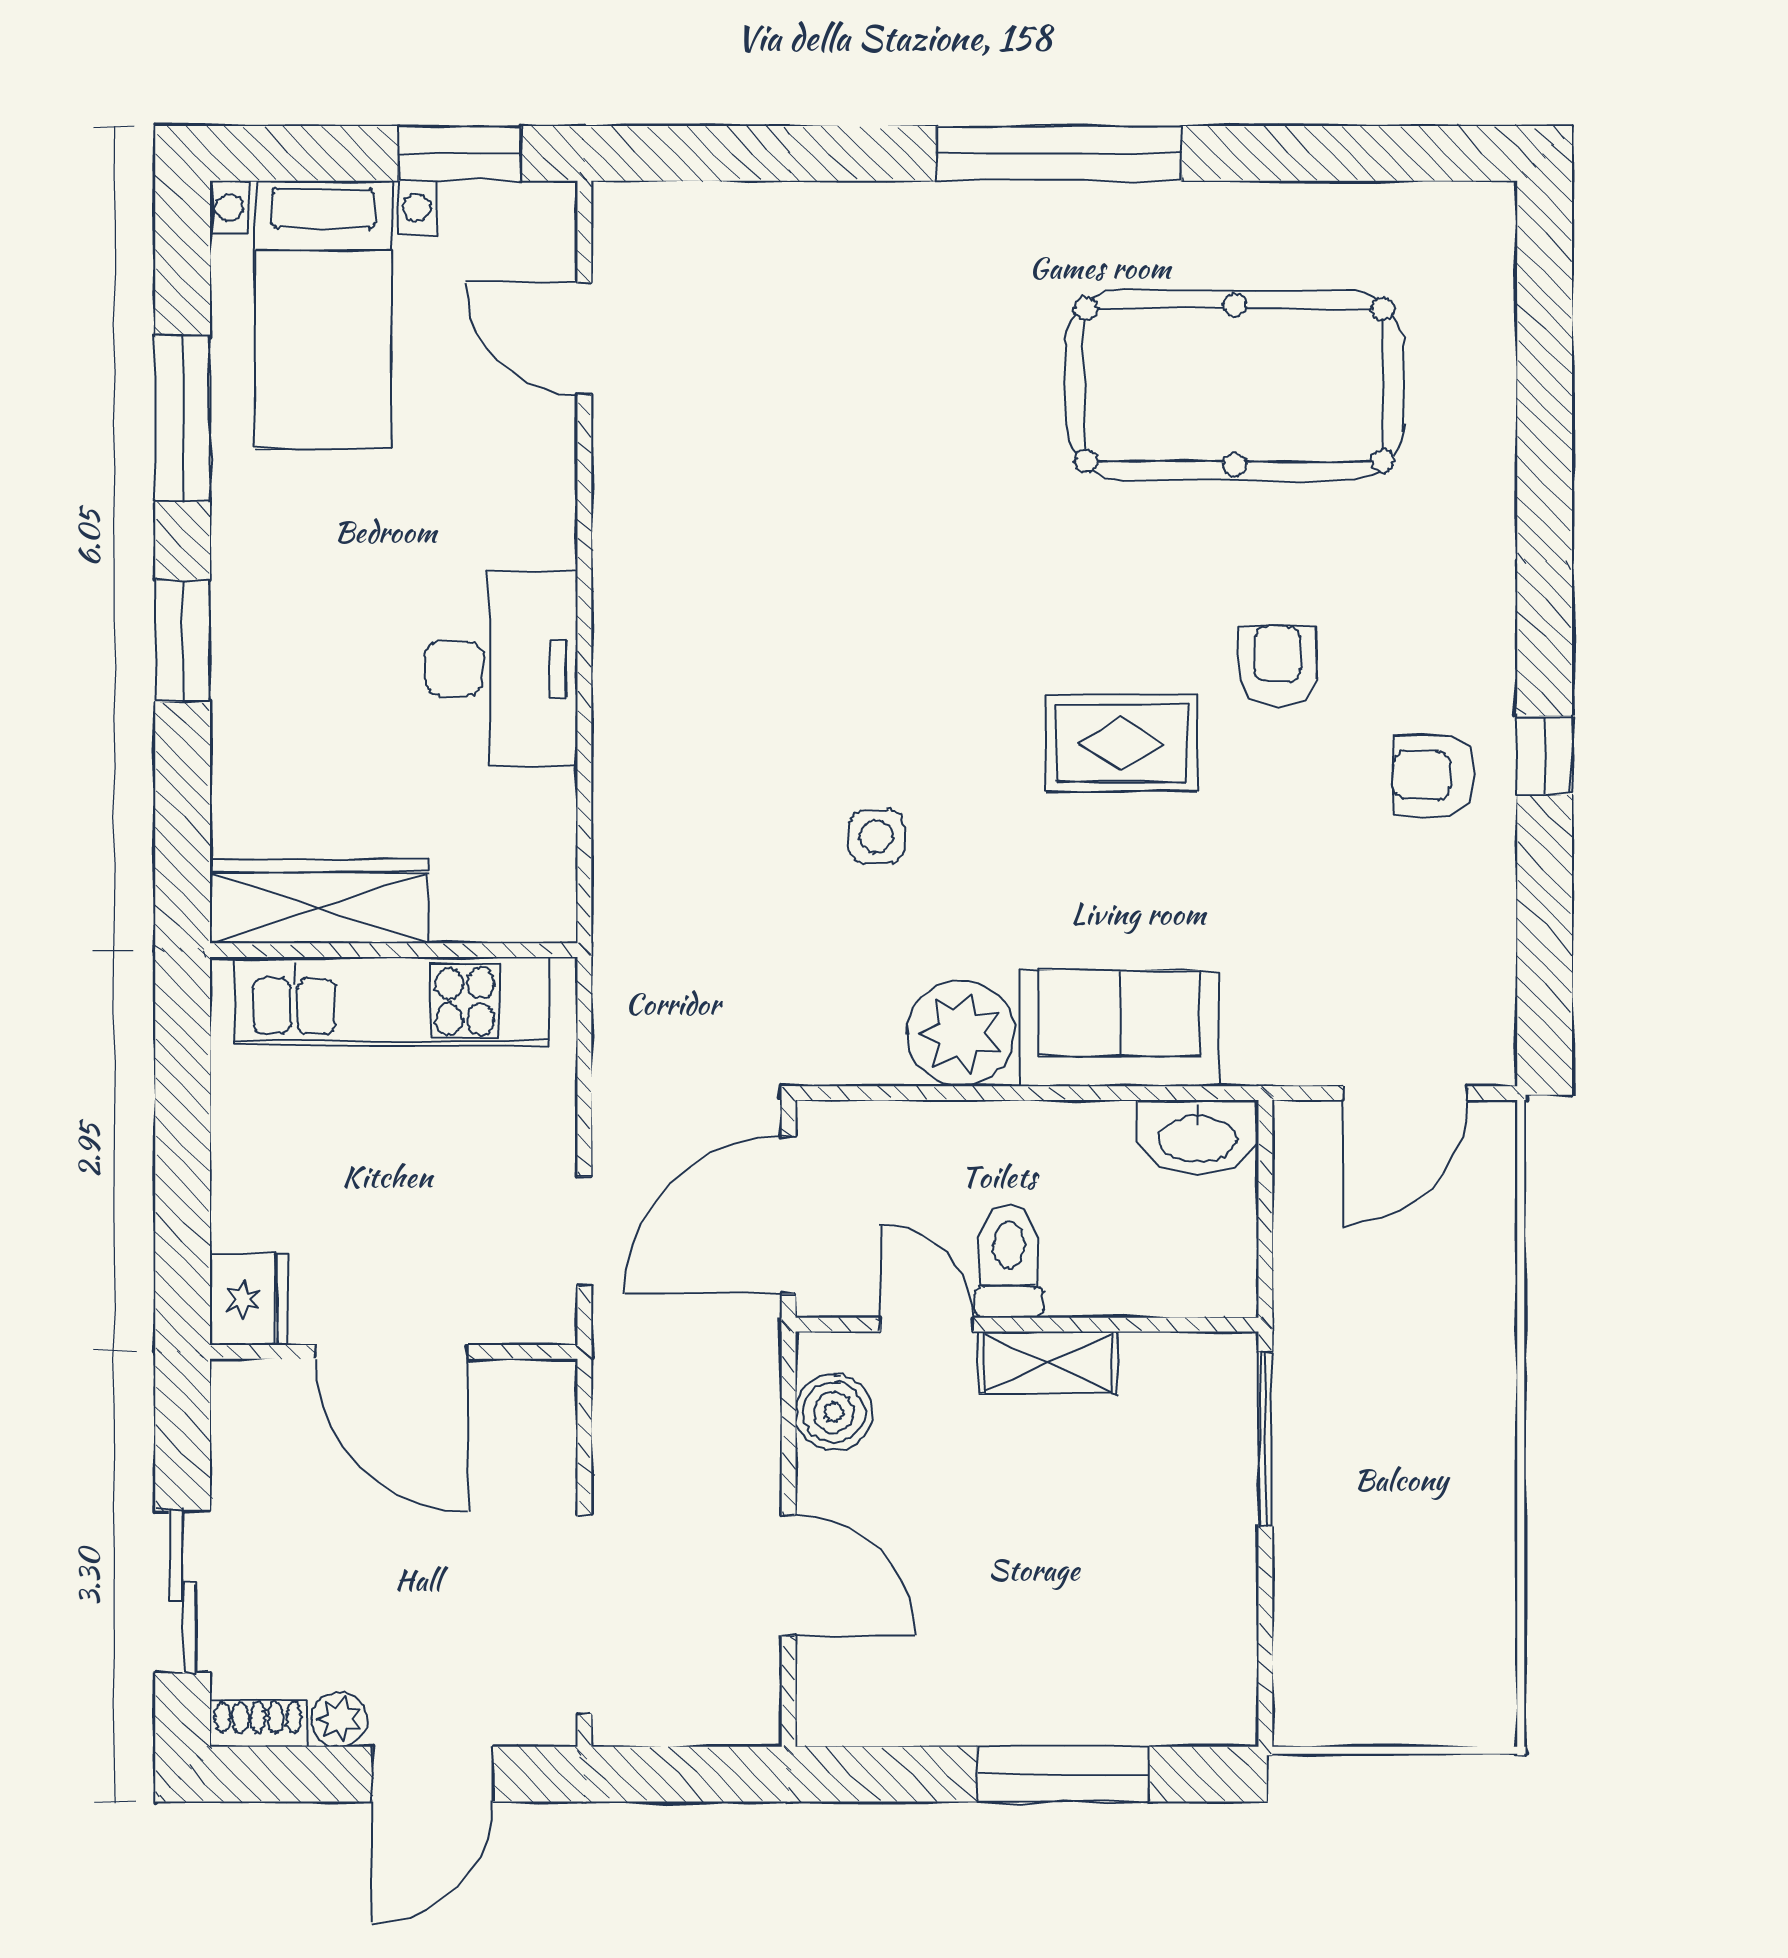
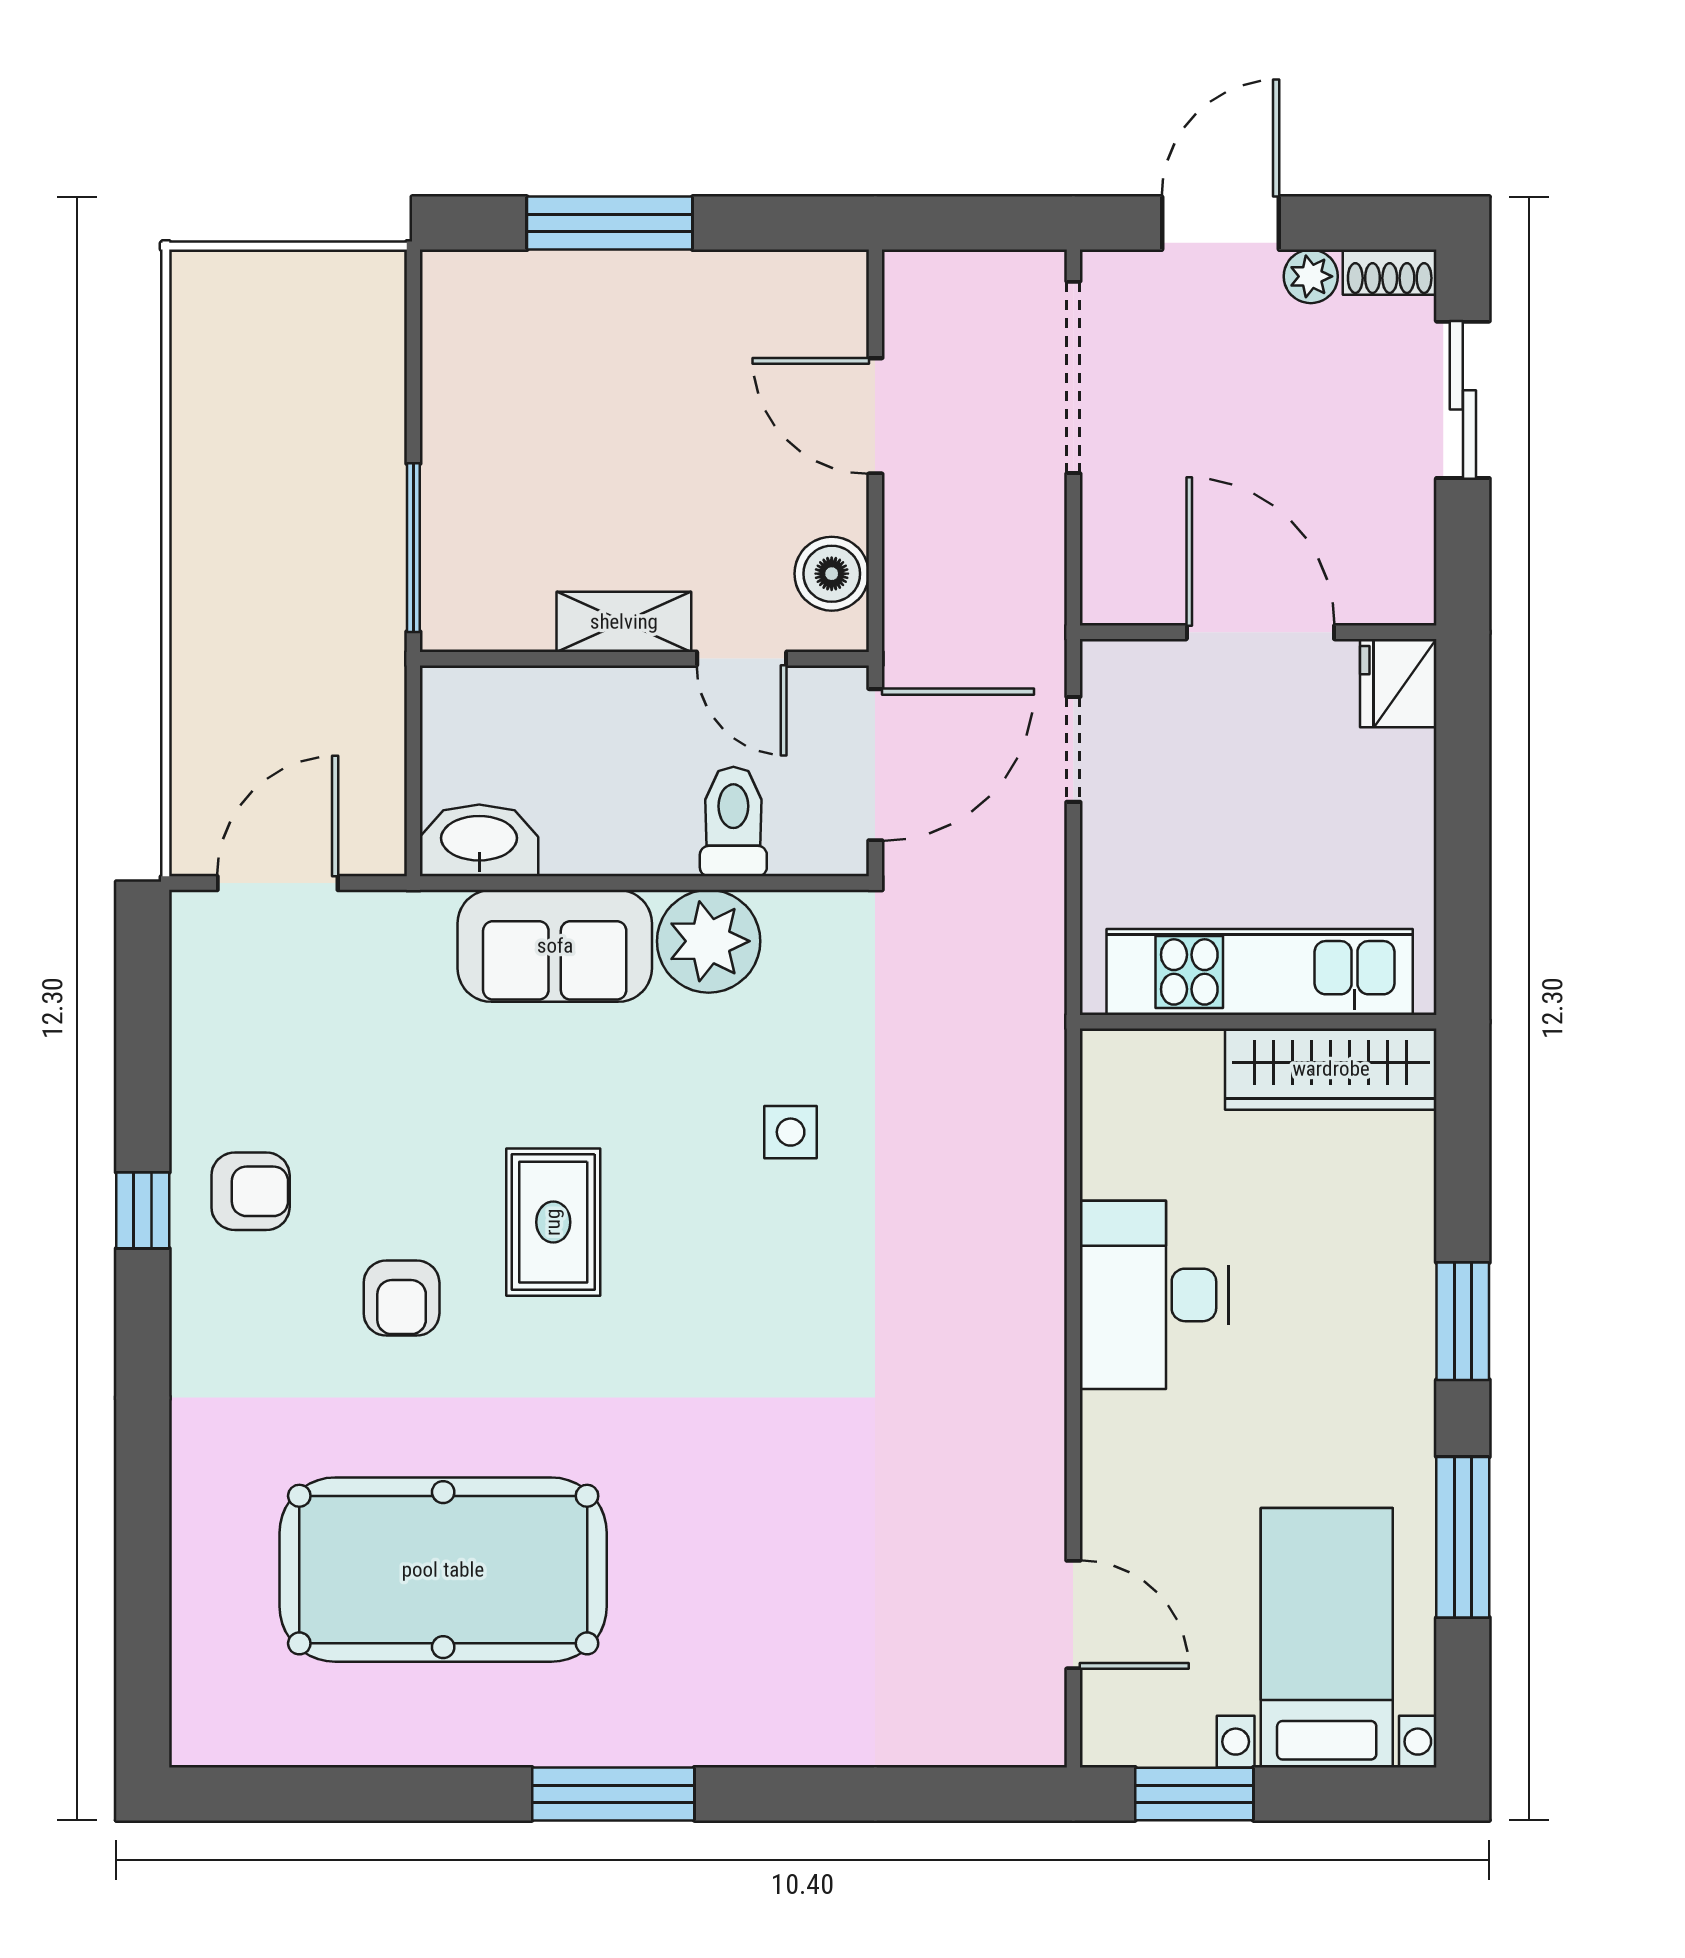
window: (1059, 153) -> (613, 1794), width x0.68
rug: (1121, 743) -> (553, 1222), turned 90
toilet: (1009, 1261) -> (733, 822), moved, turned 180

